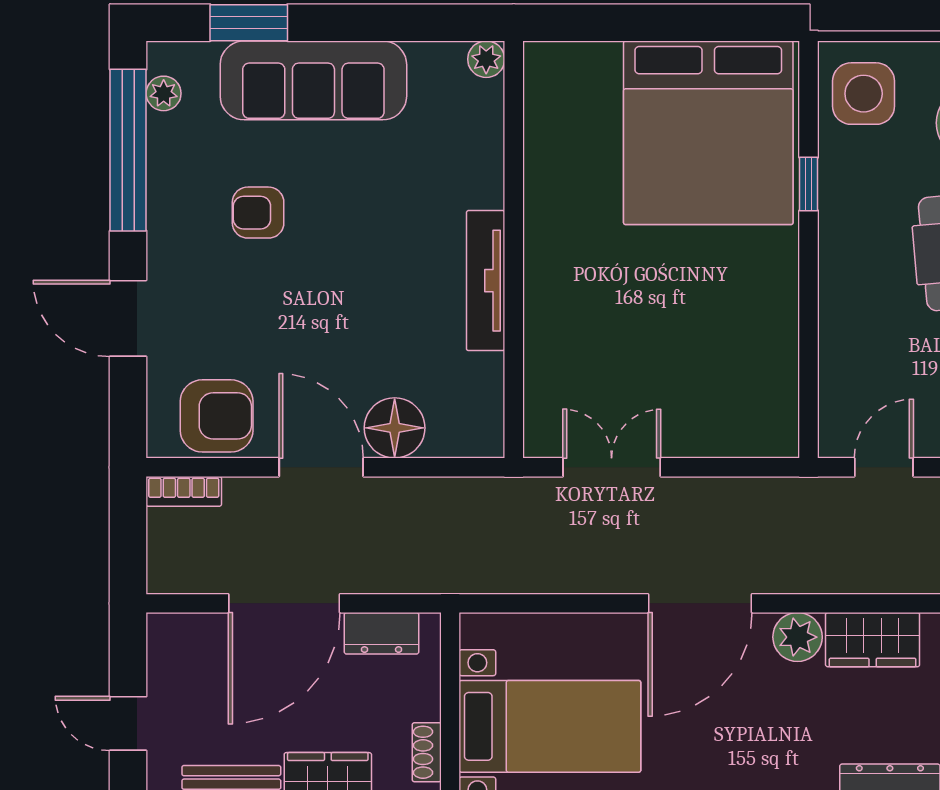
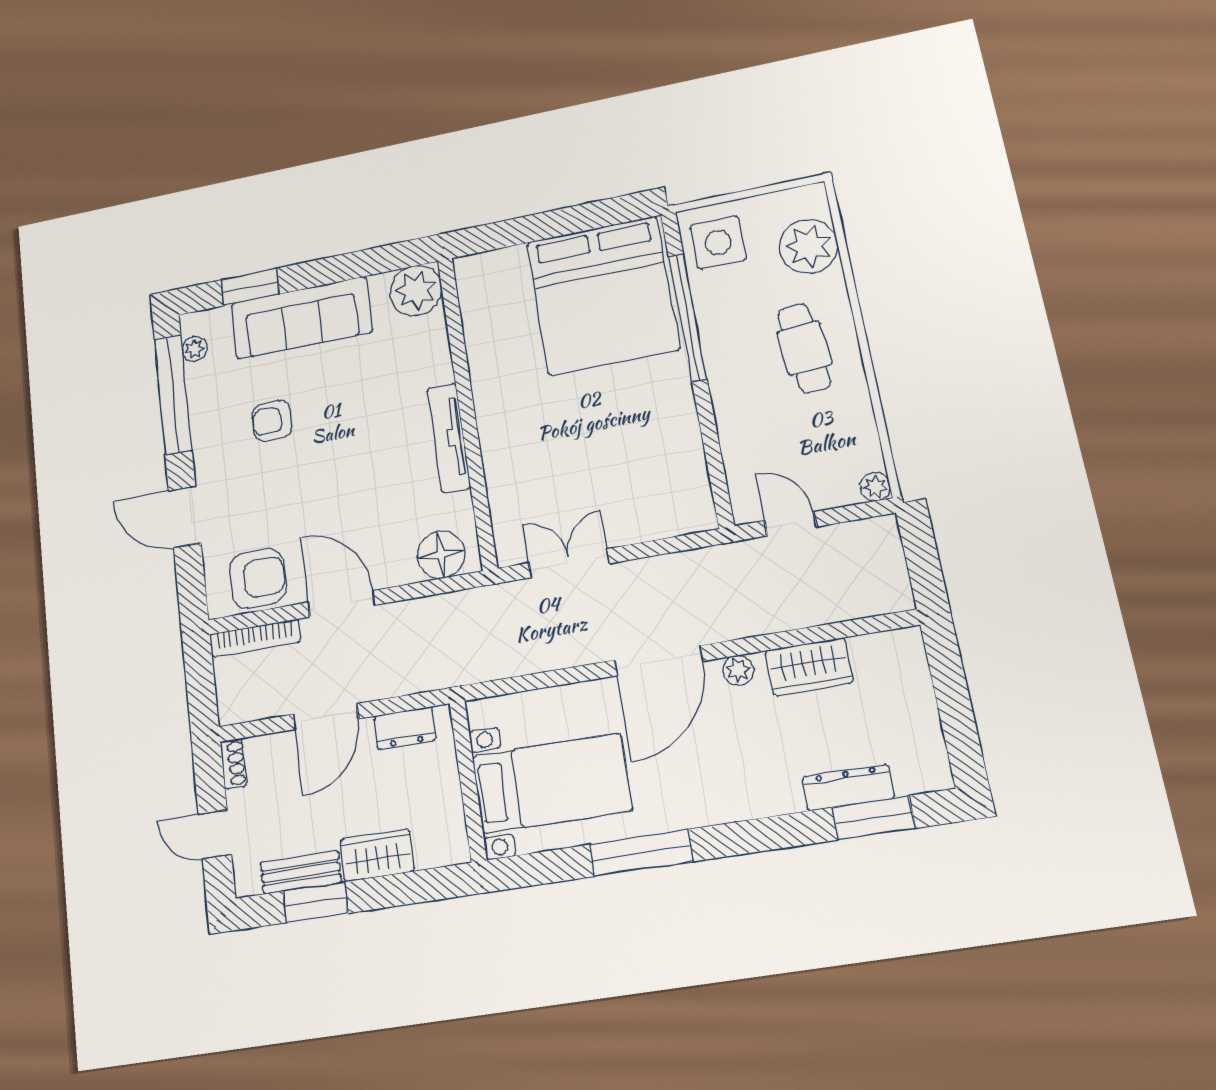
plant: (486, 59) -> (416, 291), width x1.87, depth x1.87
window: (809, 184) -> (688, 317), width x3.17
floor lamp: (395, 428) -> (441, 555), moved
door: (884, 467) -> (790, 524), hinge flipped
bookcase: (184, 491) -> (255, 638), width x1.56
door: (284, 603) -> (326, 717), width x0.73
plant: (798, 637) -> (738, 670), width x0.73, depth x0.73
shoe rack: (427, 752) -> (233, 764), moved, turned 180

